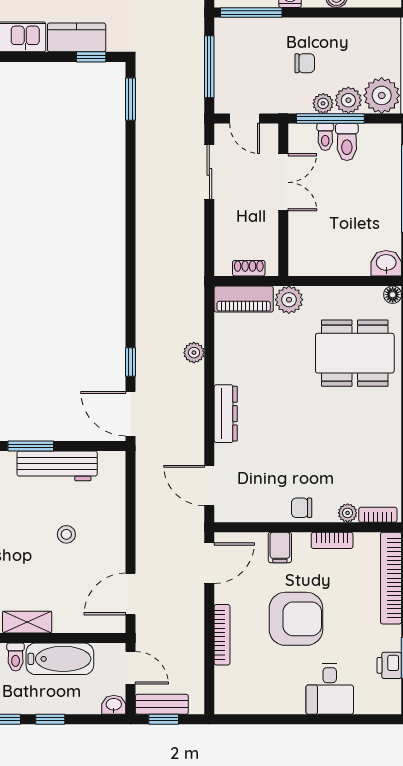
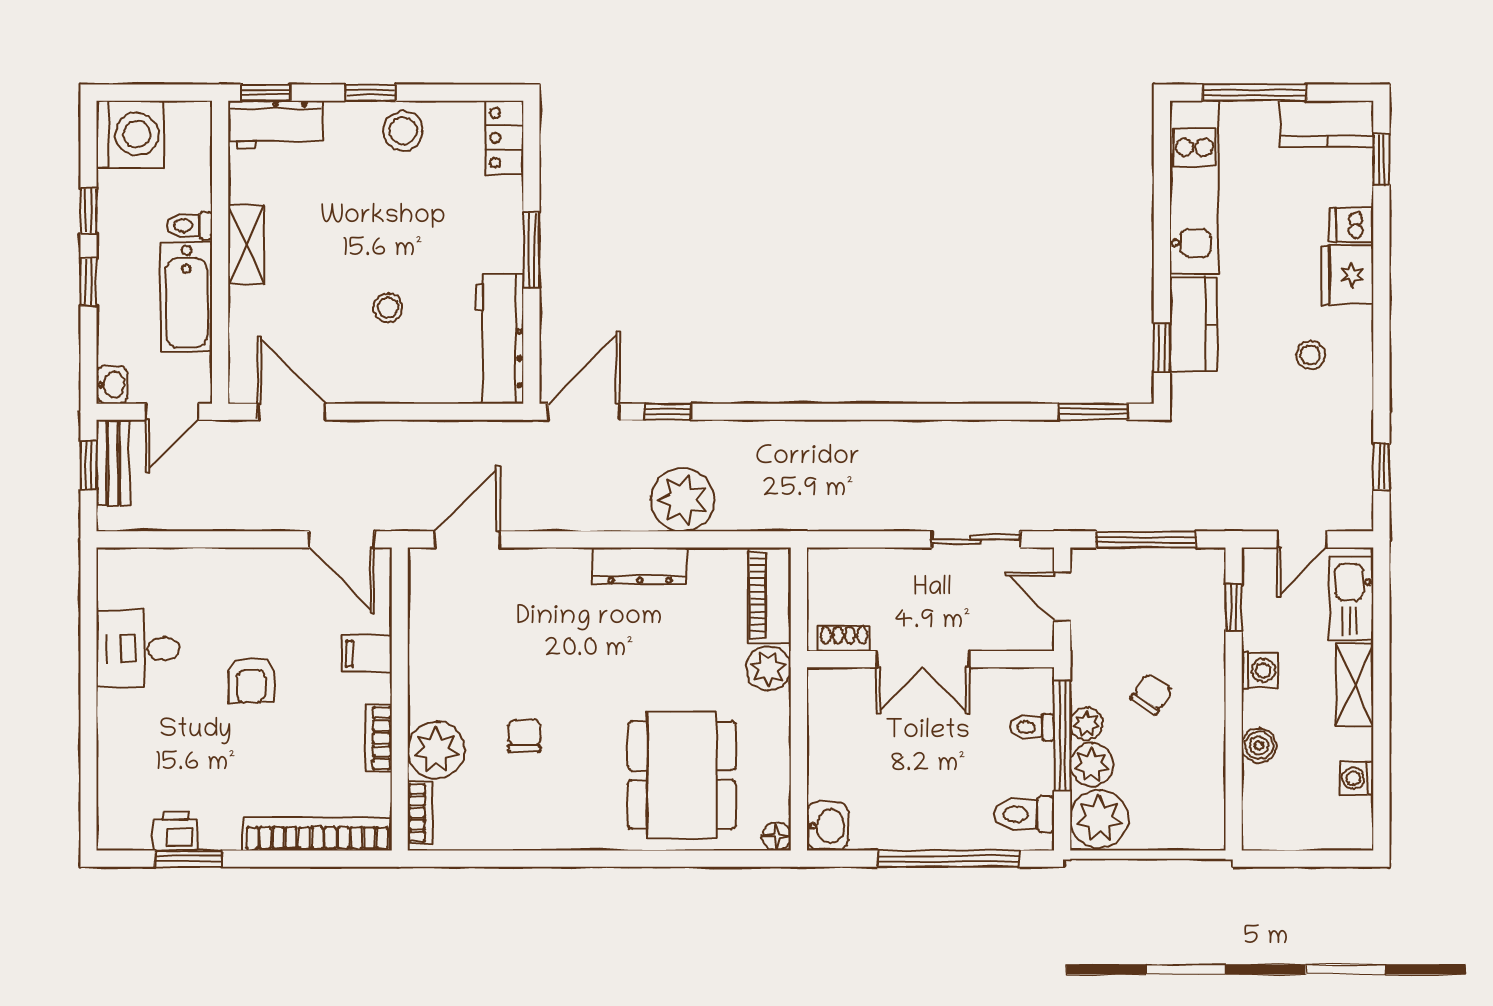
window: (251, 13) -> (1234, 607), width x0.46
chair: (305, 63) -> (1152, 694), turned -146
door: (245, 118) -> (1062, 597), hinge flipped
toilet: (347, 142) -> (1024, 814), moved
double door: (283, 182) -> (923, 659), moved
shoe rack: (249, 268) -> (844, 638), moved, turned -90
plant: (194, 353) -> (683, 500), width x1.87, depth x1.87
dresser: (226, 414) -> (640, 566), moved
workbench: (57, 466) -> (499, 339), moved
chair: (302, 508) -> (524, 736), moved
plant: (348, 513) -> (436, 750), width x1.88, depth x1.88
armchair: (296, 619) -> (251, 680), width x0.53, depth x0.53
bookcase: (222, 635) -> (226, 560), removed
desk: (330, 689) -> (138, 649), moved

